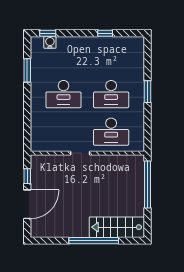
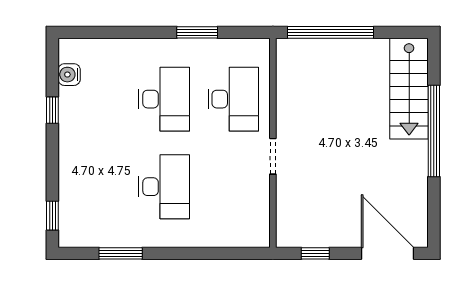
water cooler: (50, 42) -> (69, 75), moved
window: (147, 92) -> (197, 32), moved
door: (27, 204) -> (387, 253), moved

